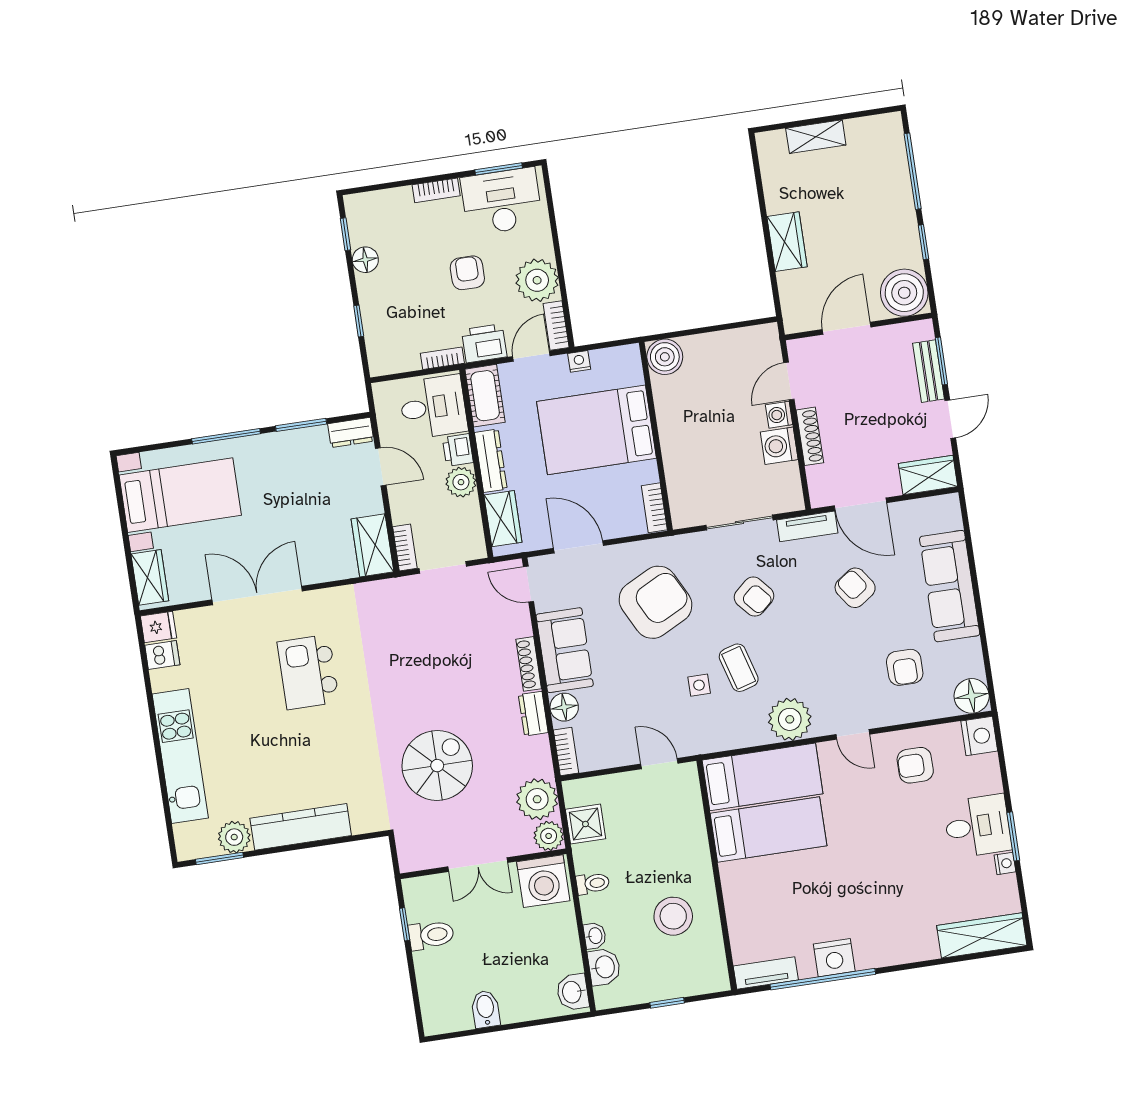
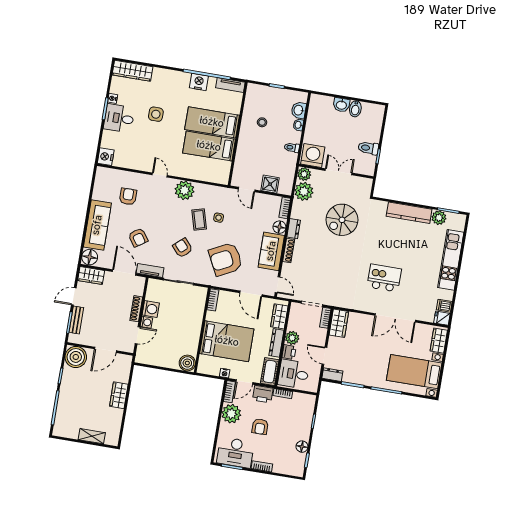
kitchen island: (308, 672) -> (384, 278), turned -90
floor lamp: (972, 696) -> (90, 257), moved
armchair: (915, 765) -> (137, 153), removed
bed: (763, 777) -> (212, 122), moved
shower: (585, 824) -> (270, 184), moved
side table: (903, 860) -> (156, 114), added
stool: (673, 916) -> (262, 122), width x0.53, depth x0.53
washbasin: (573, 992) -> (341, 105), moved, turned 90

